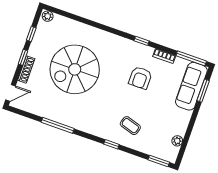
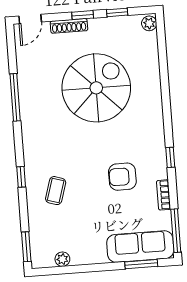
spiral stairs: (75, 69) -> (96, 88), turned 90
door: (11, 93) -> (30, 19), hinge flipped

